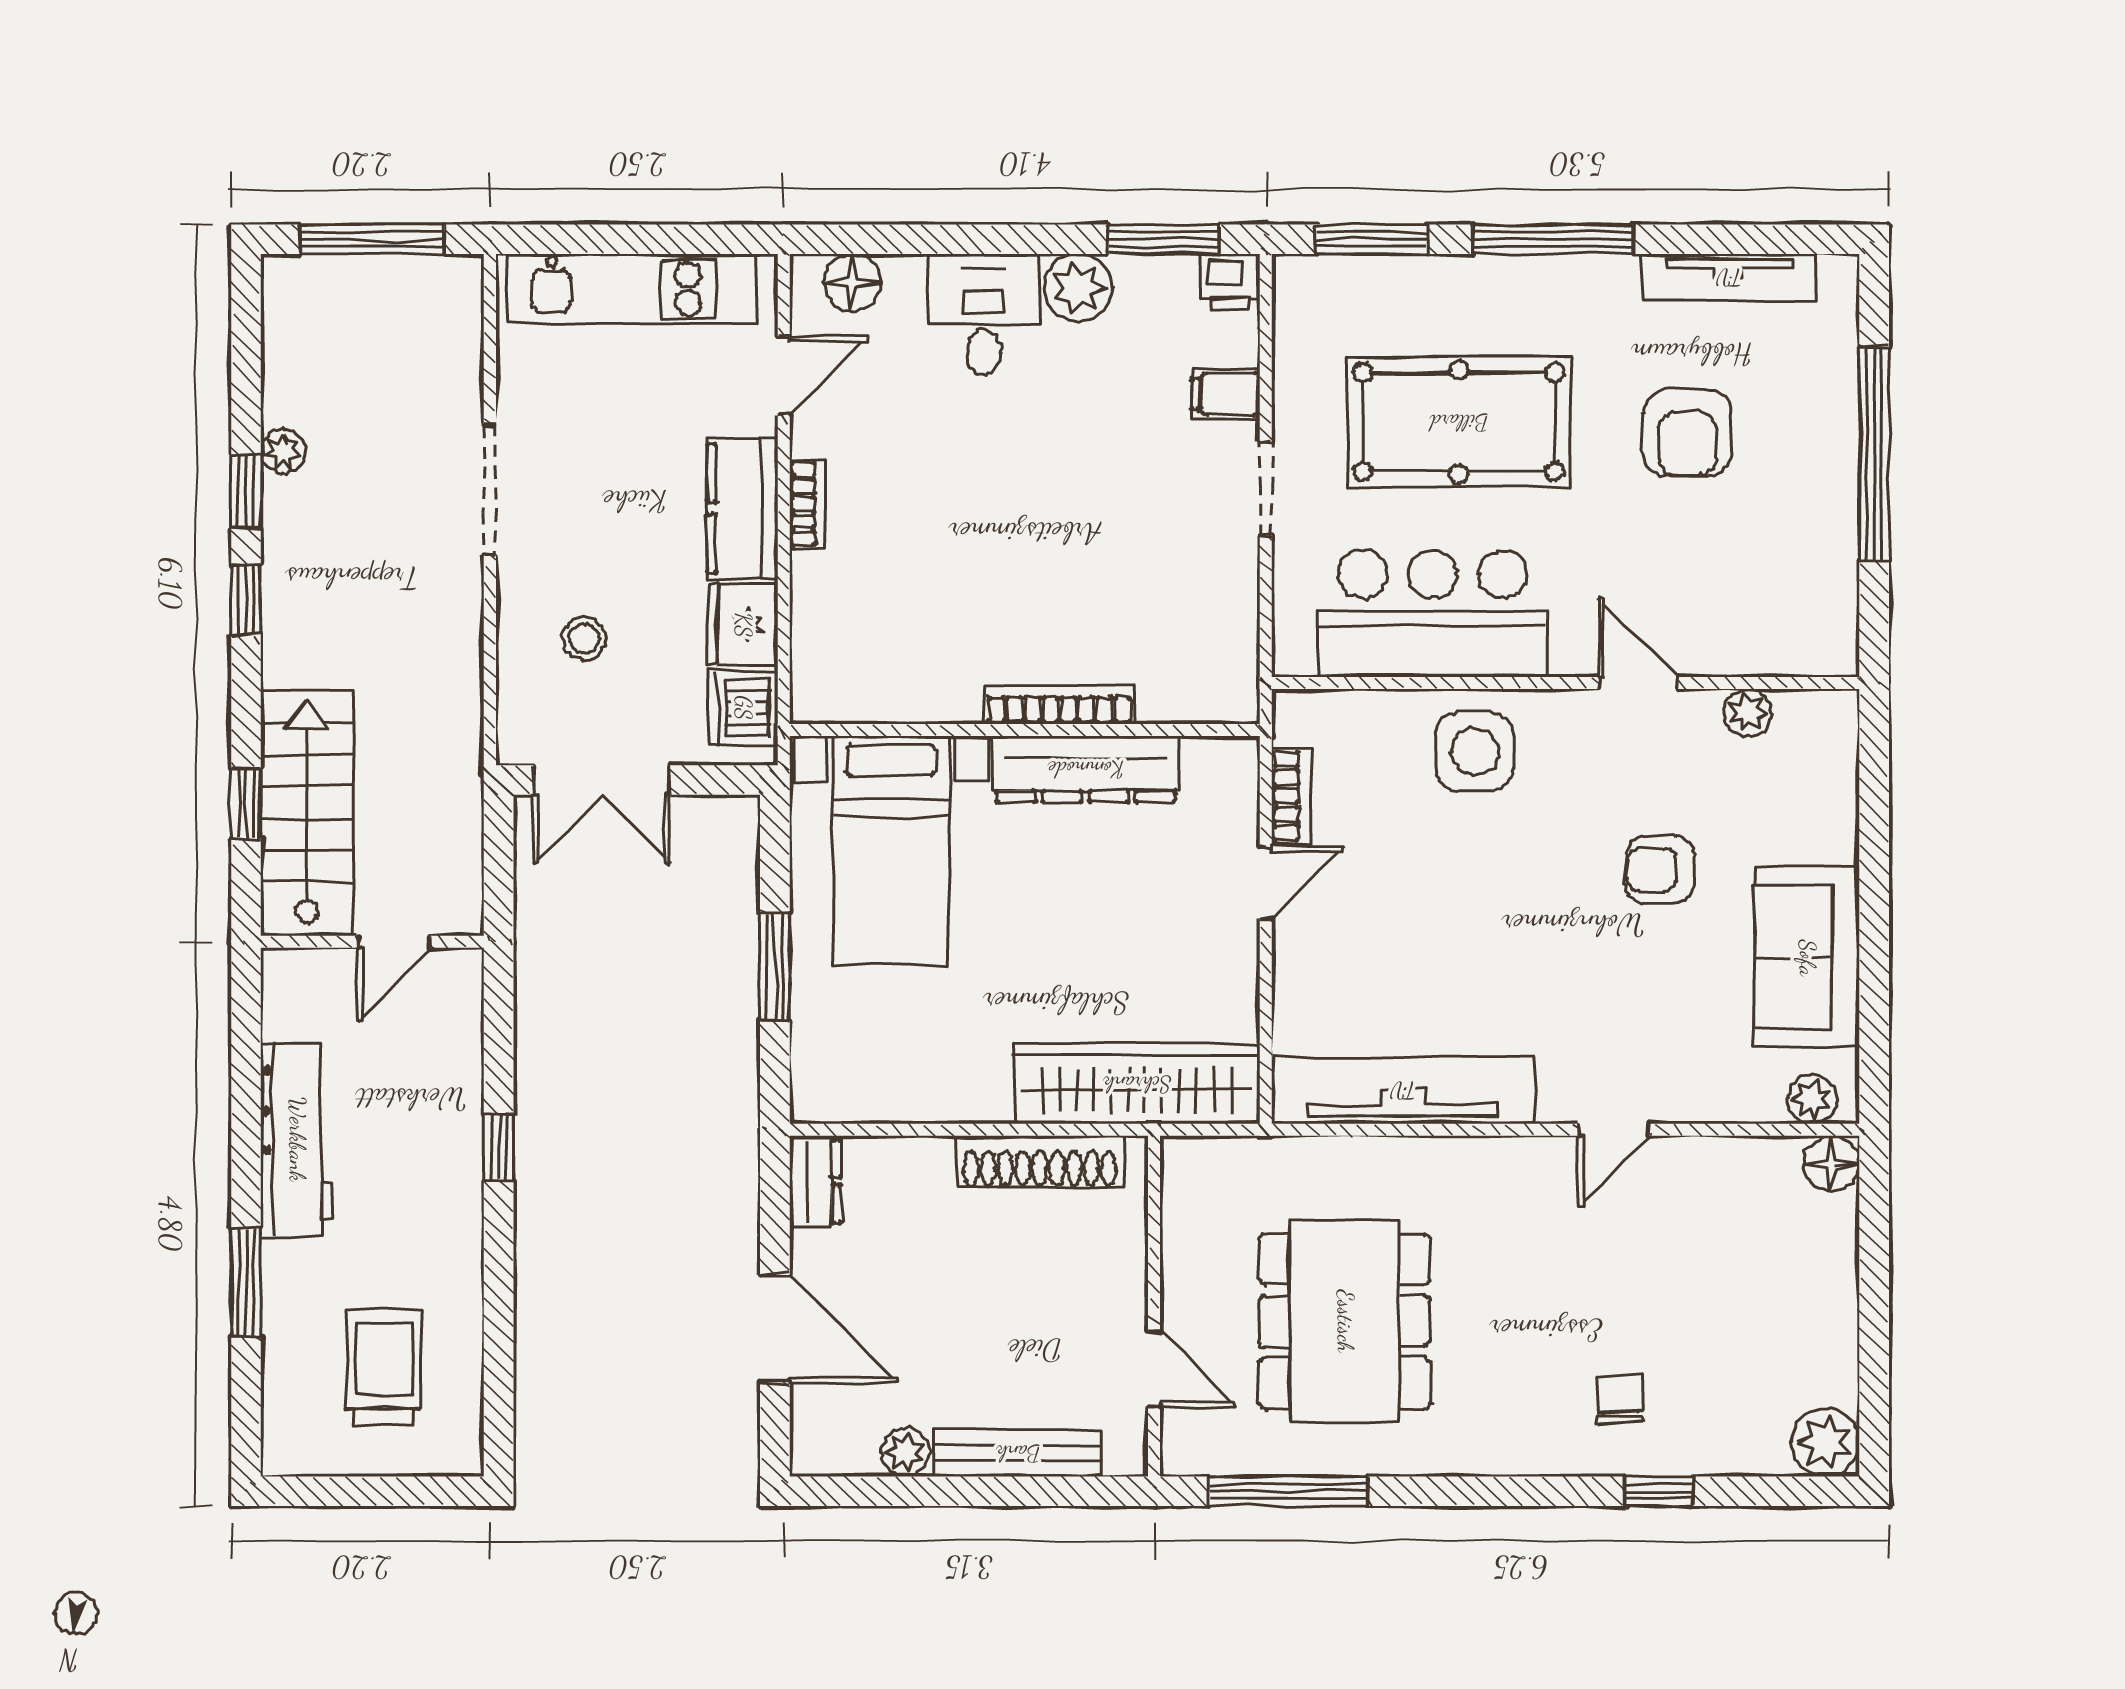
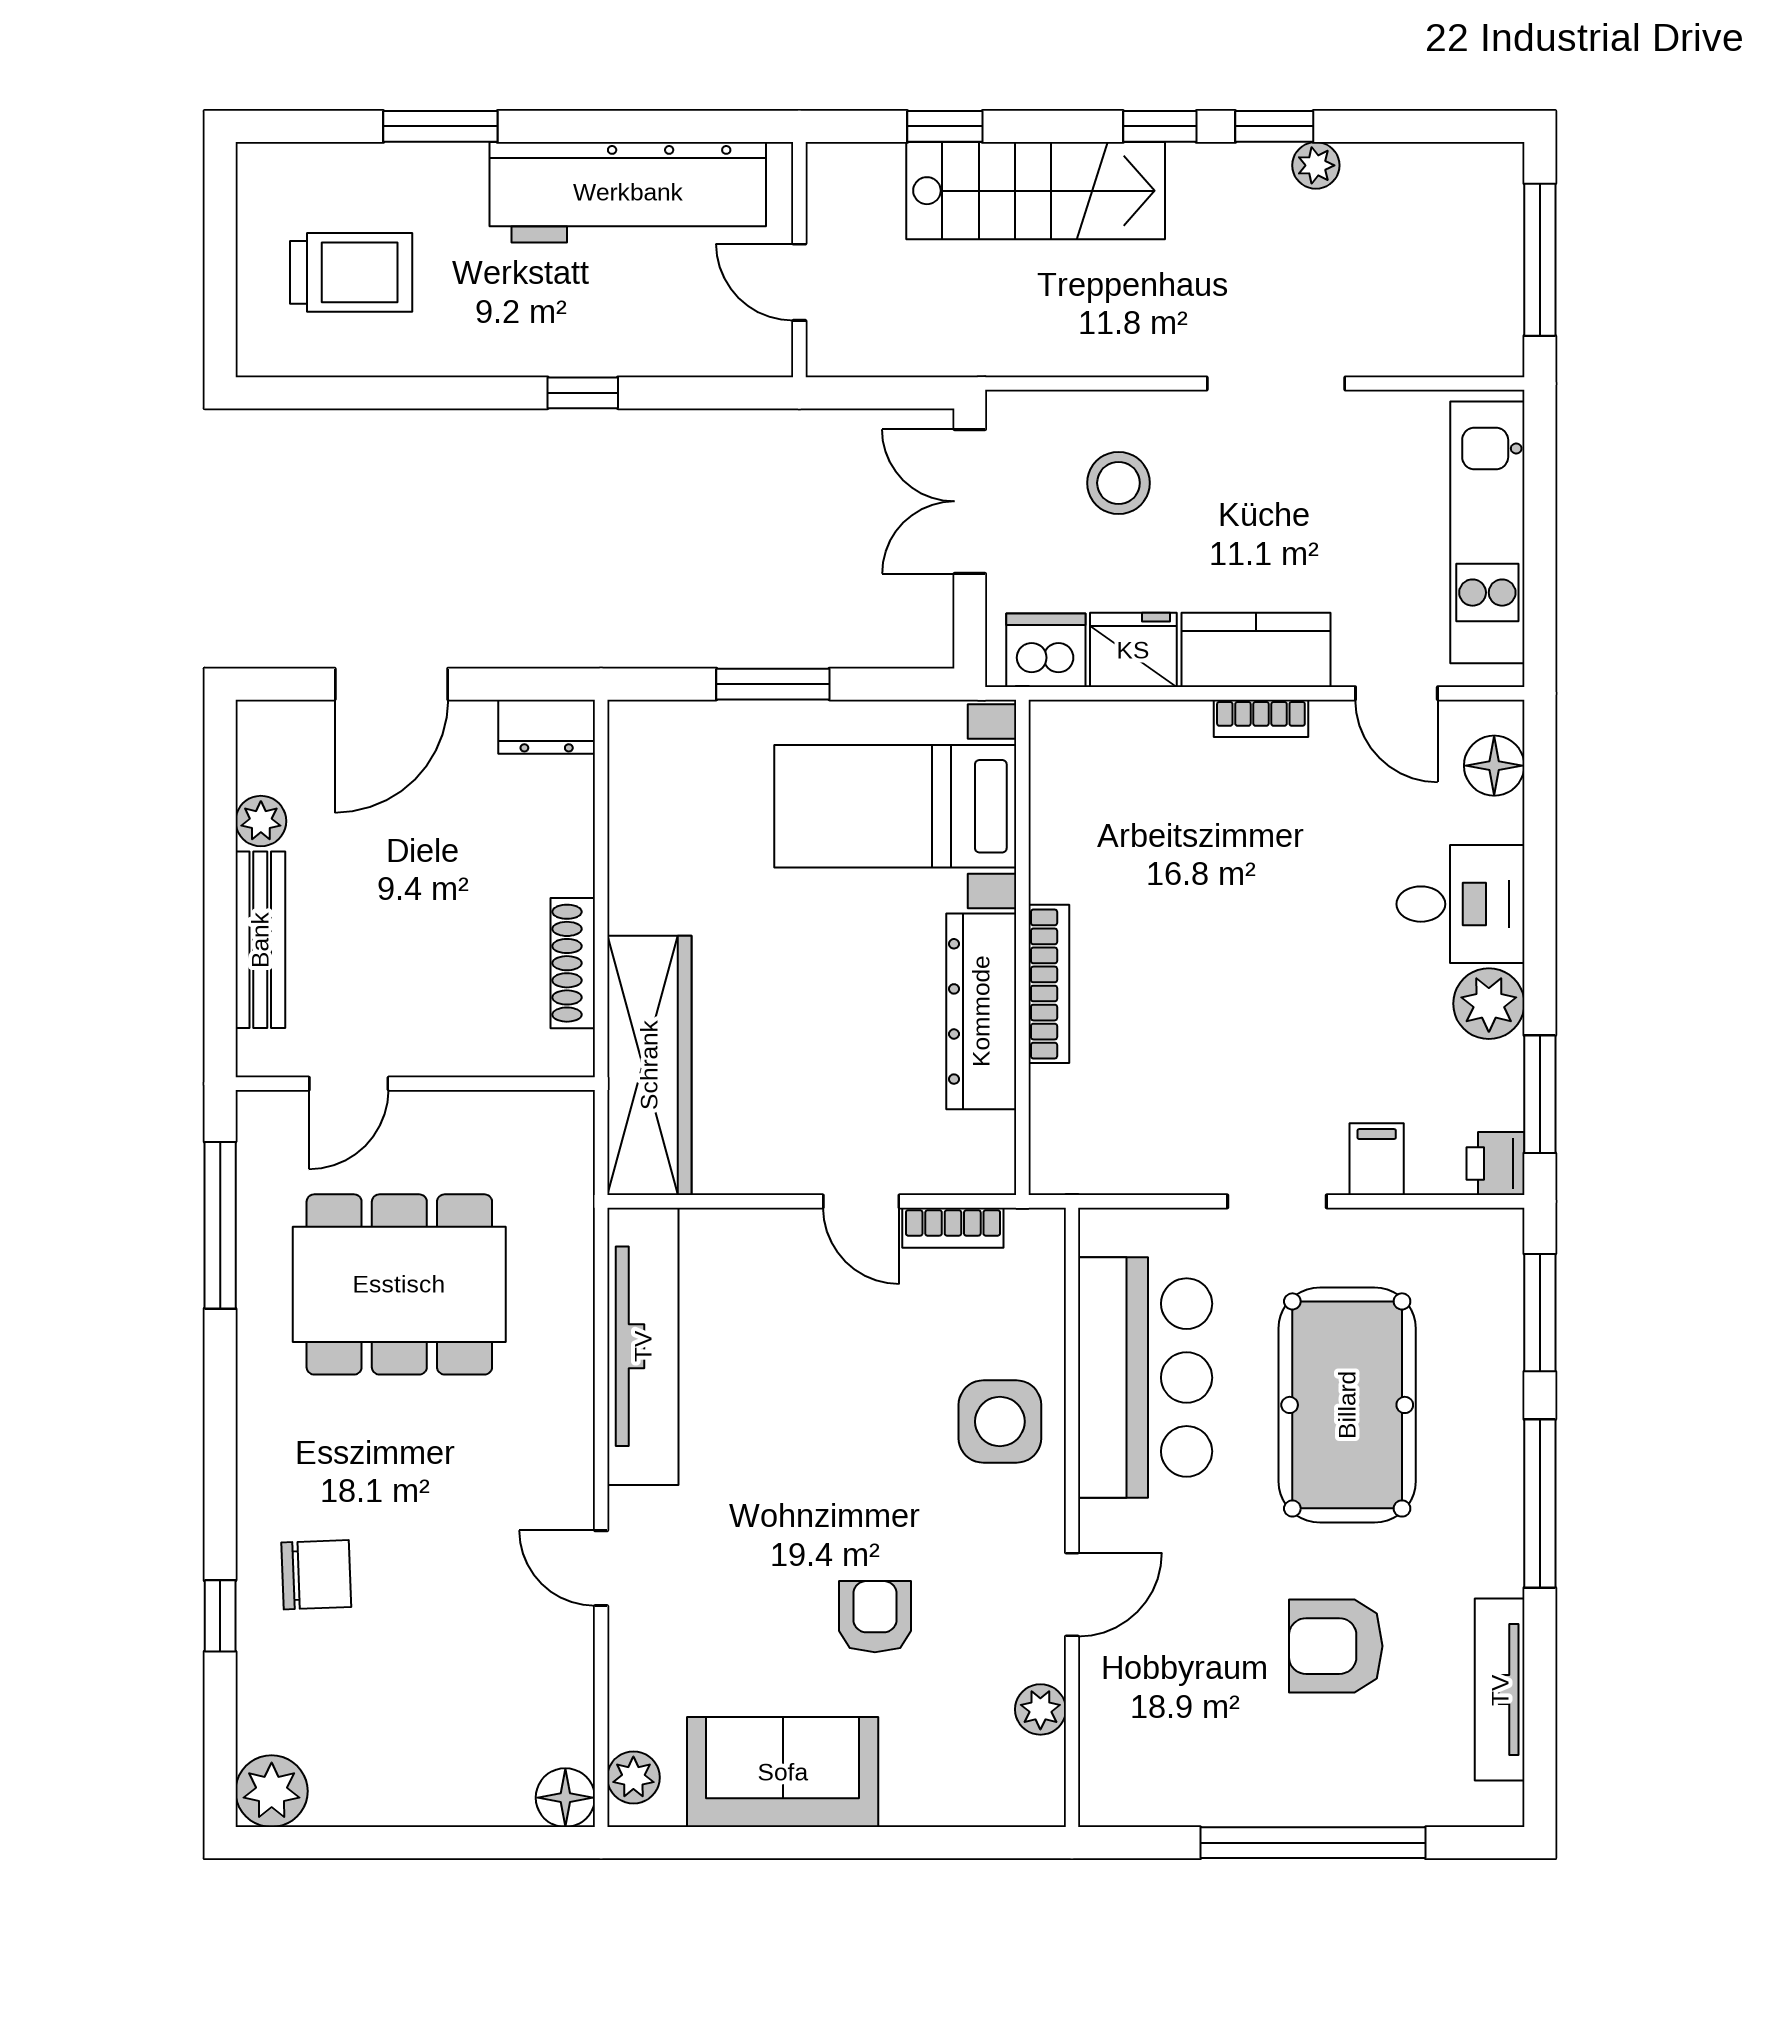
stool: (584, 639) -> (1118, 483), width x1.37, depth x1.37
stairs: (307, 813) -> (1036, 191), moved
workbench: (297, 1139) -> (628, 192), width x1.36, depth x1.32
shoe rack: (1040, 1162) -> (573, 963), width x0.74, depth x0.81
chair: (1620, 1400) -> (316, 1575), width x1.37, depth x1.37

